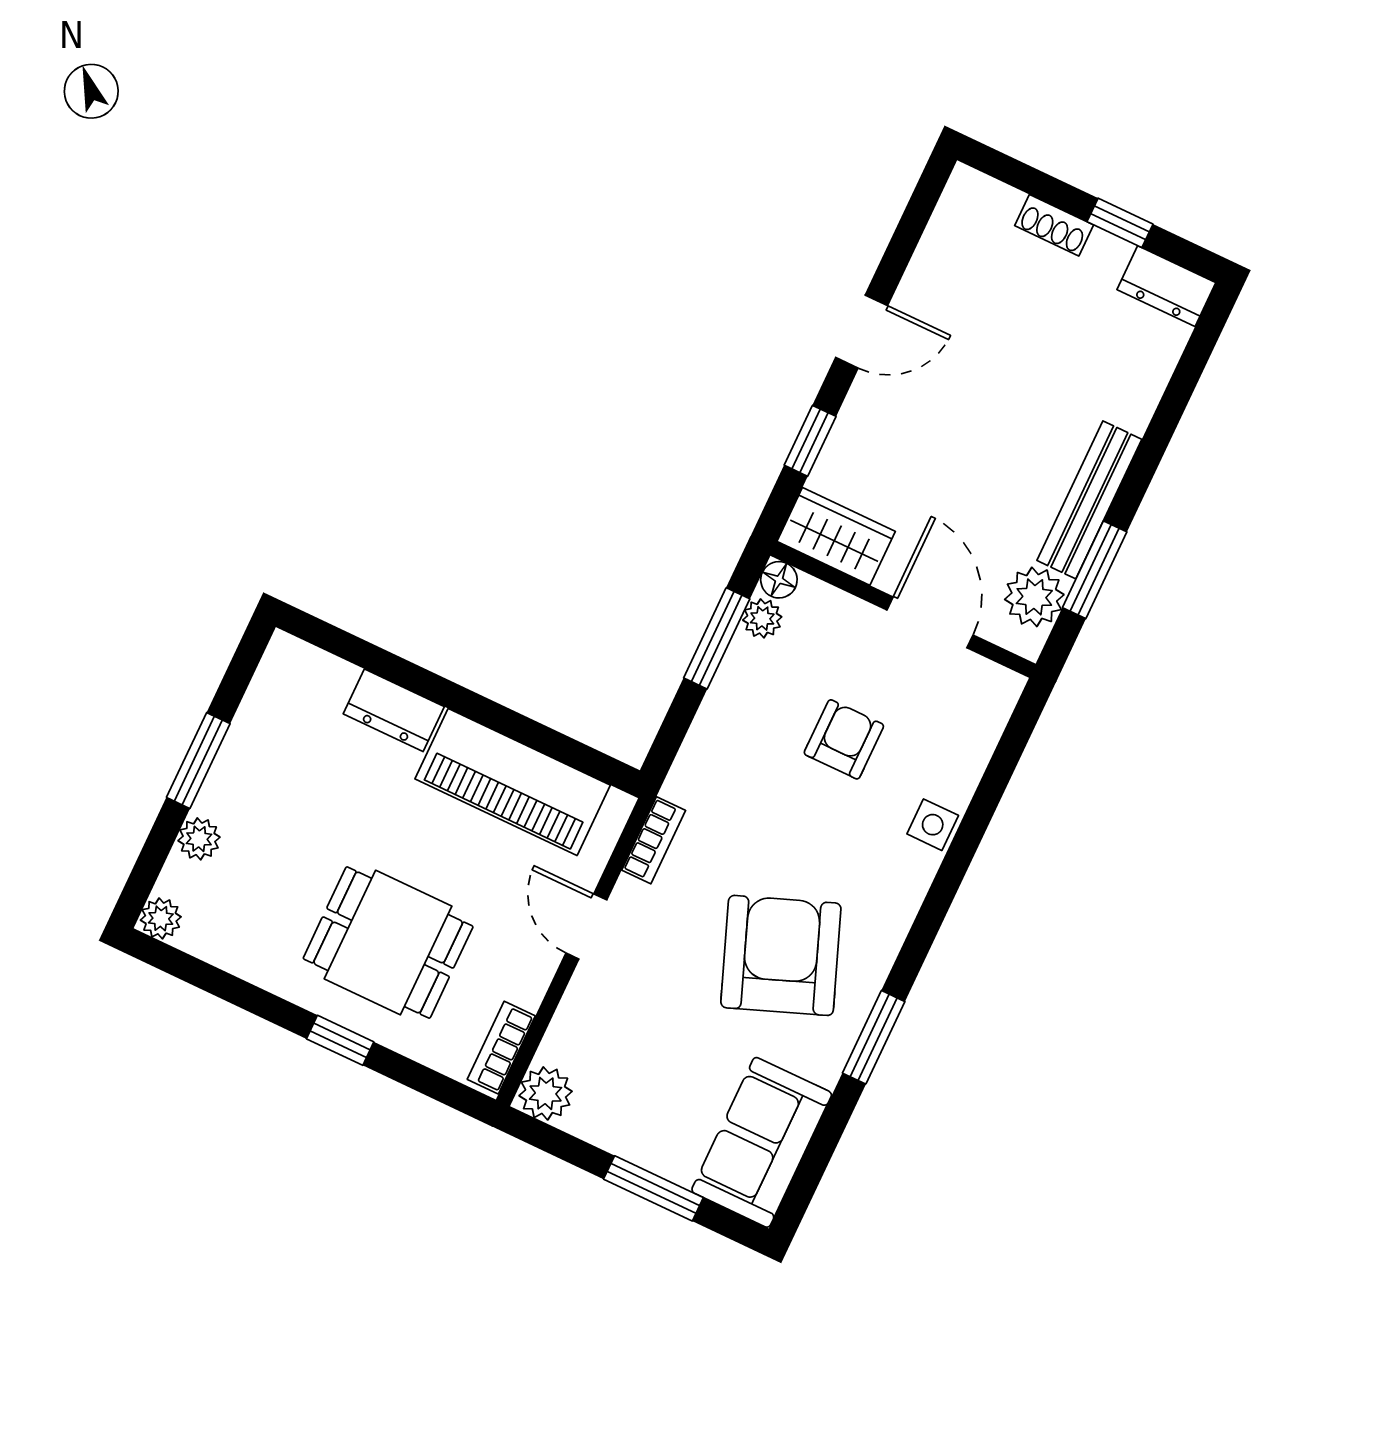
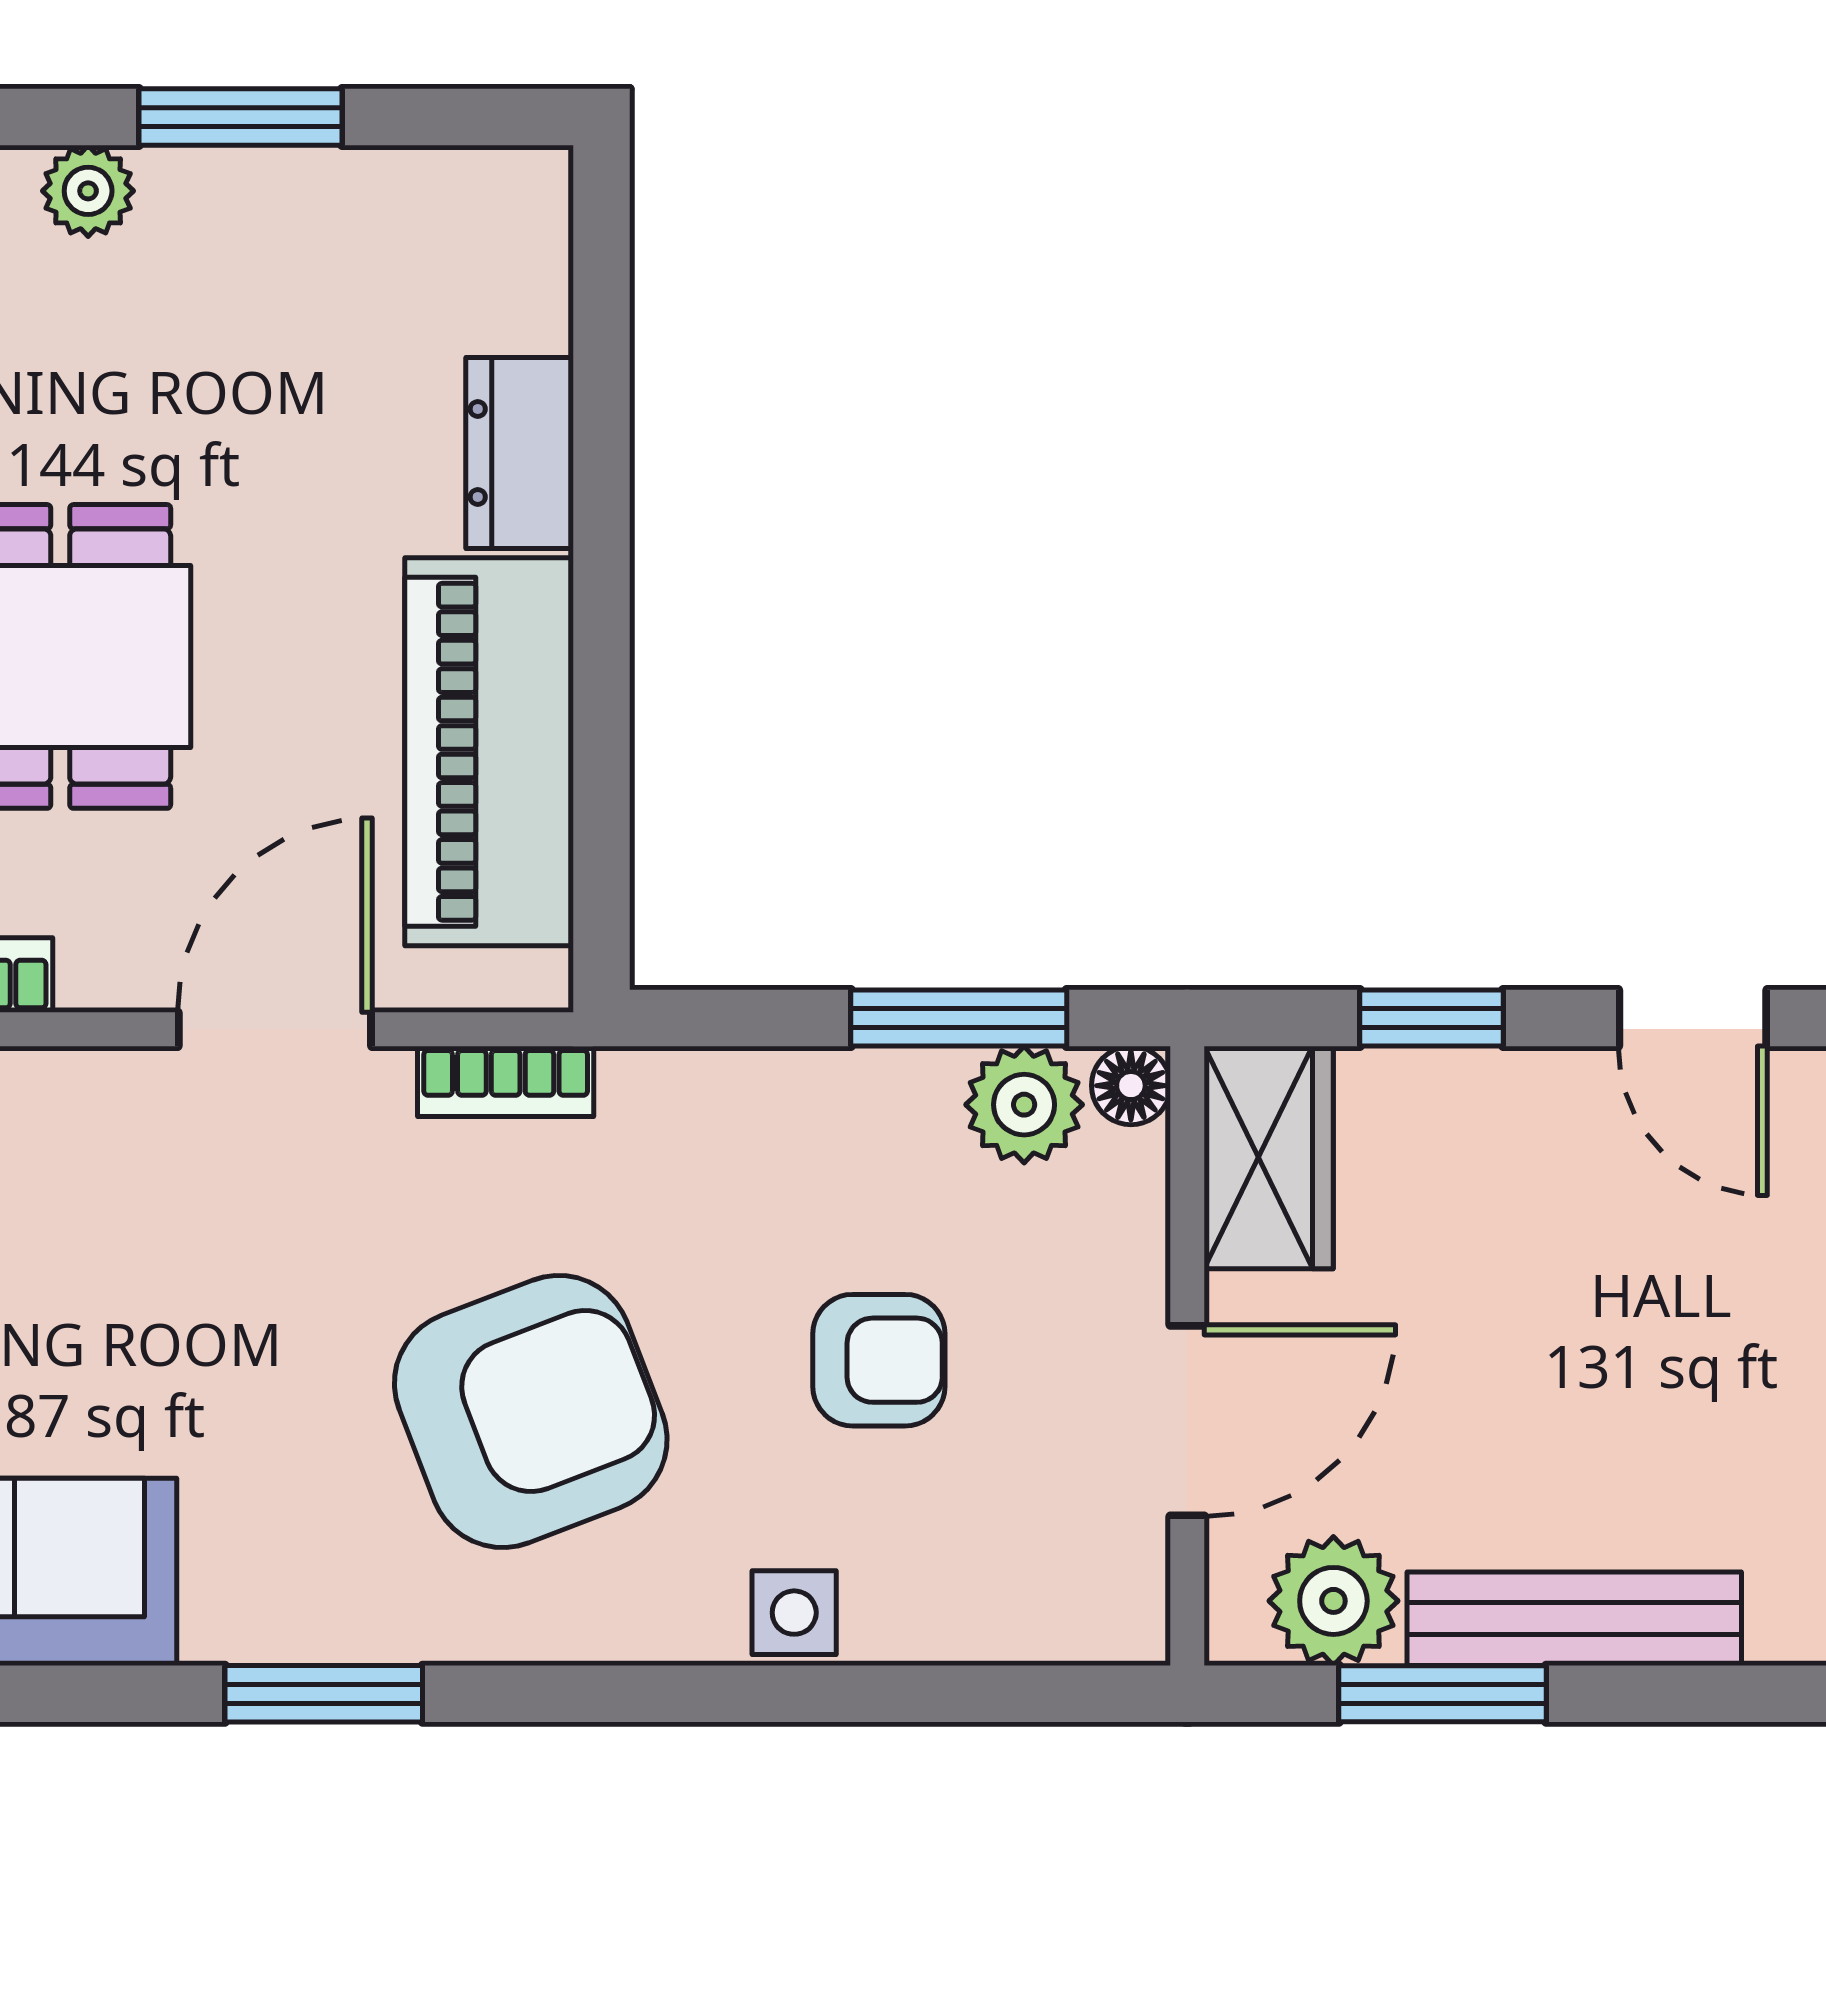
plant: (762, 618) -> (1024, 1105), width x1.38, depth x1.38
door: (586, 926) -> (275, 1029), width x1.38
armchair: (781, 955) -> (531, 1411), moved

